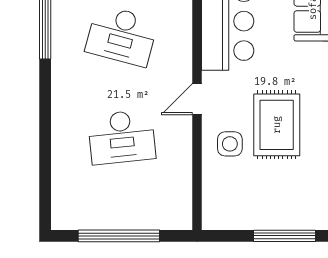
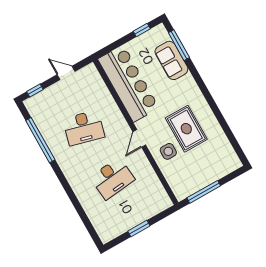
window: (119, 236) -> (139, 229), width x0.47
window: (285, 236) -> (204, 192), moved

